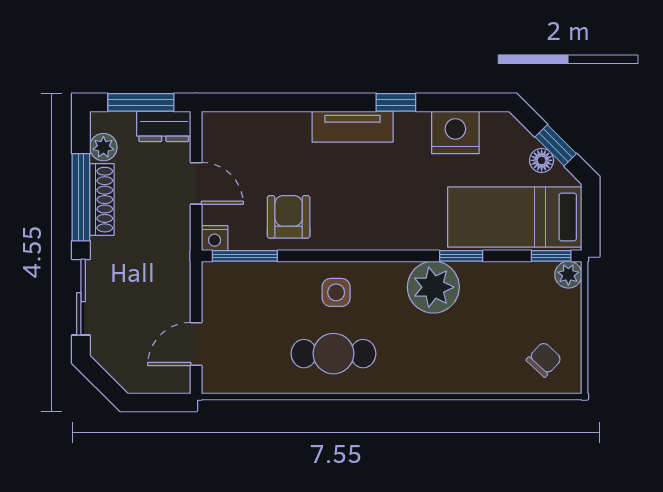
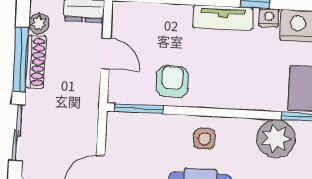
nightstand: (215, 238) -> (269, 18), moved, turned 180

